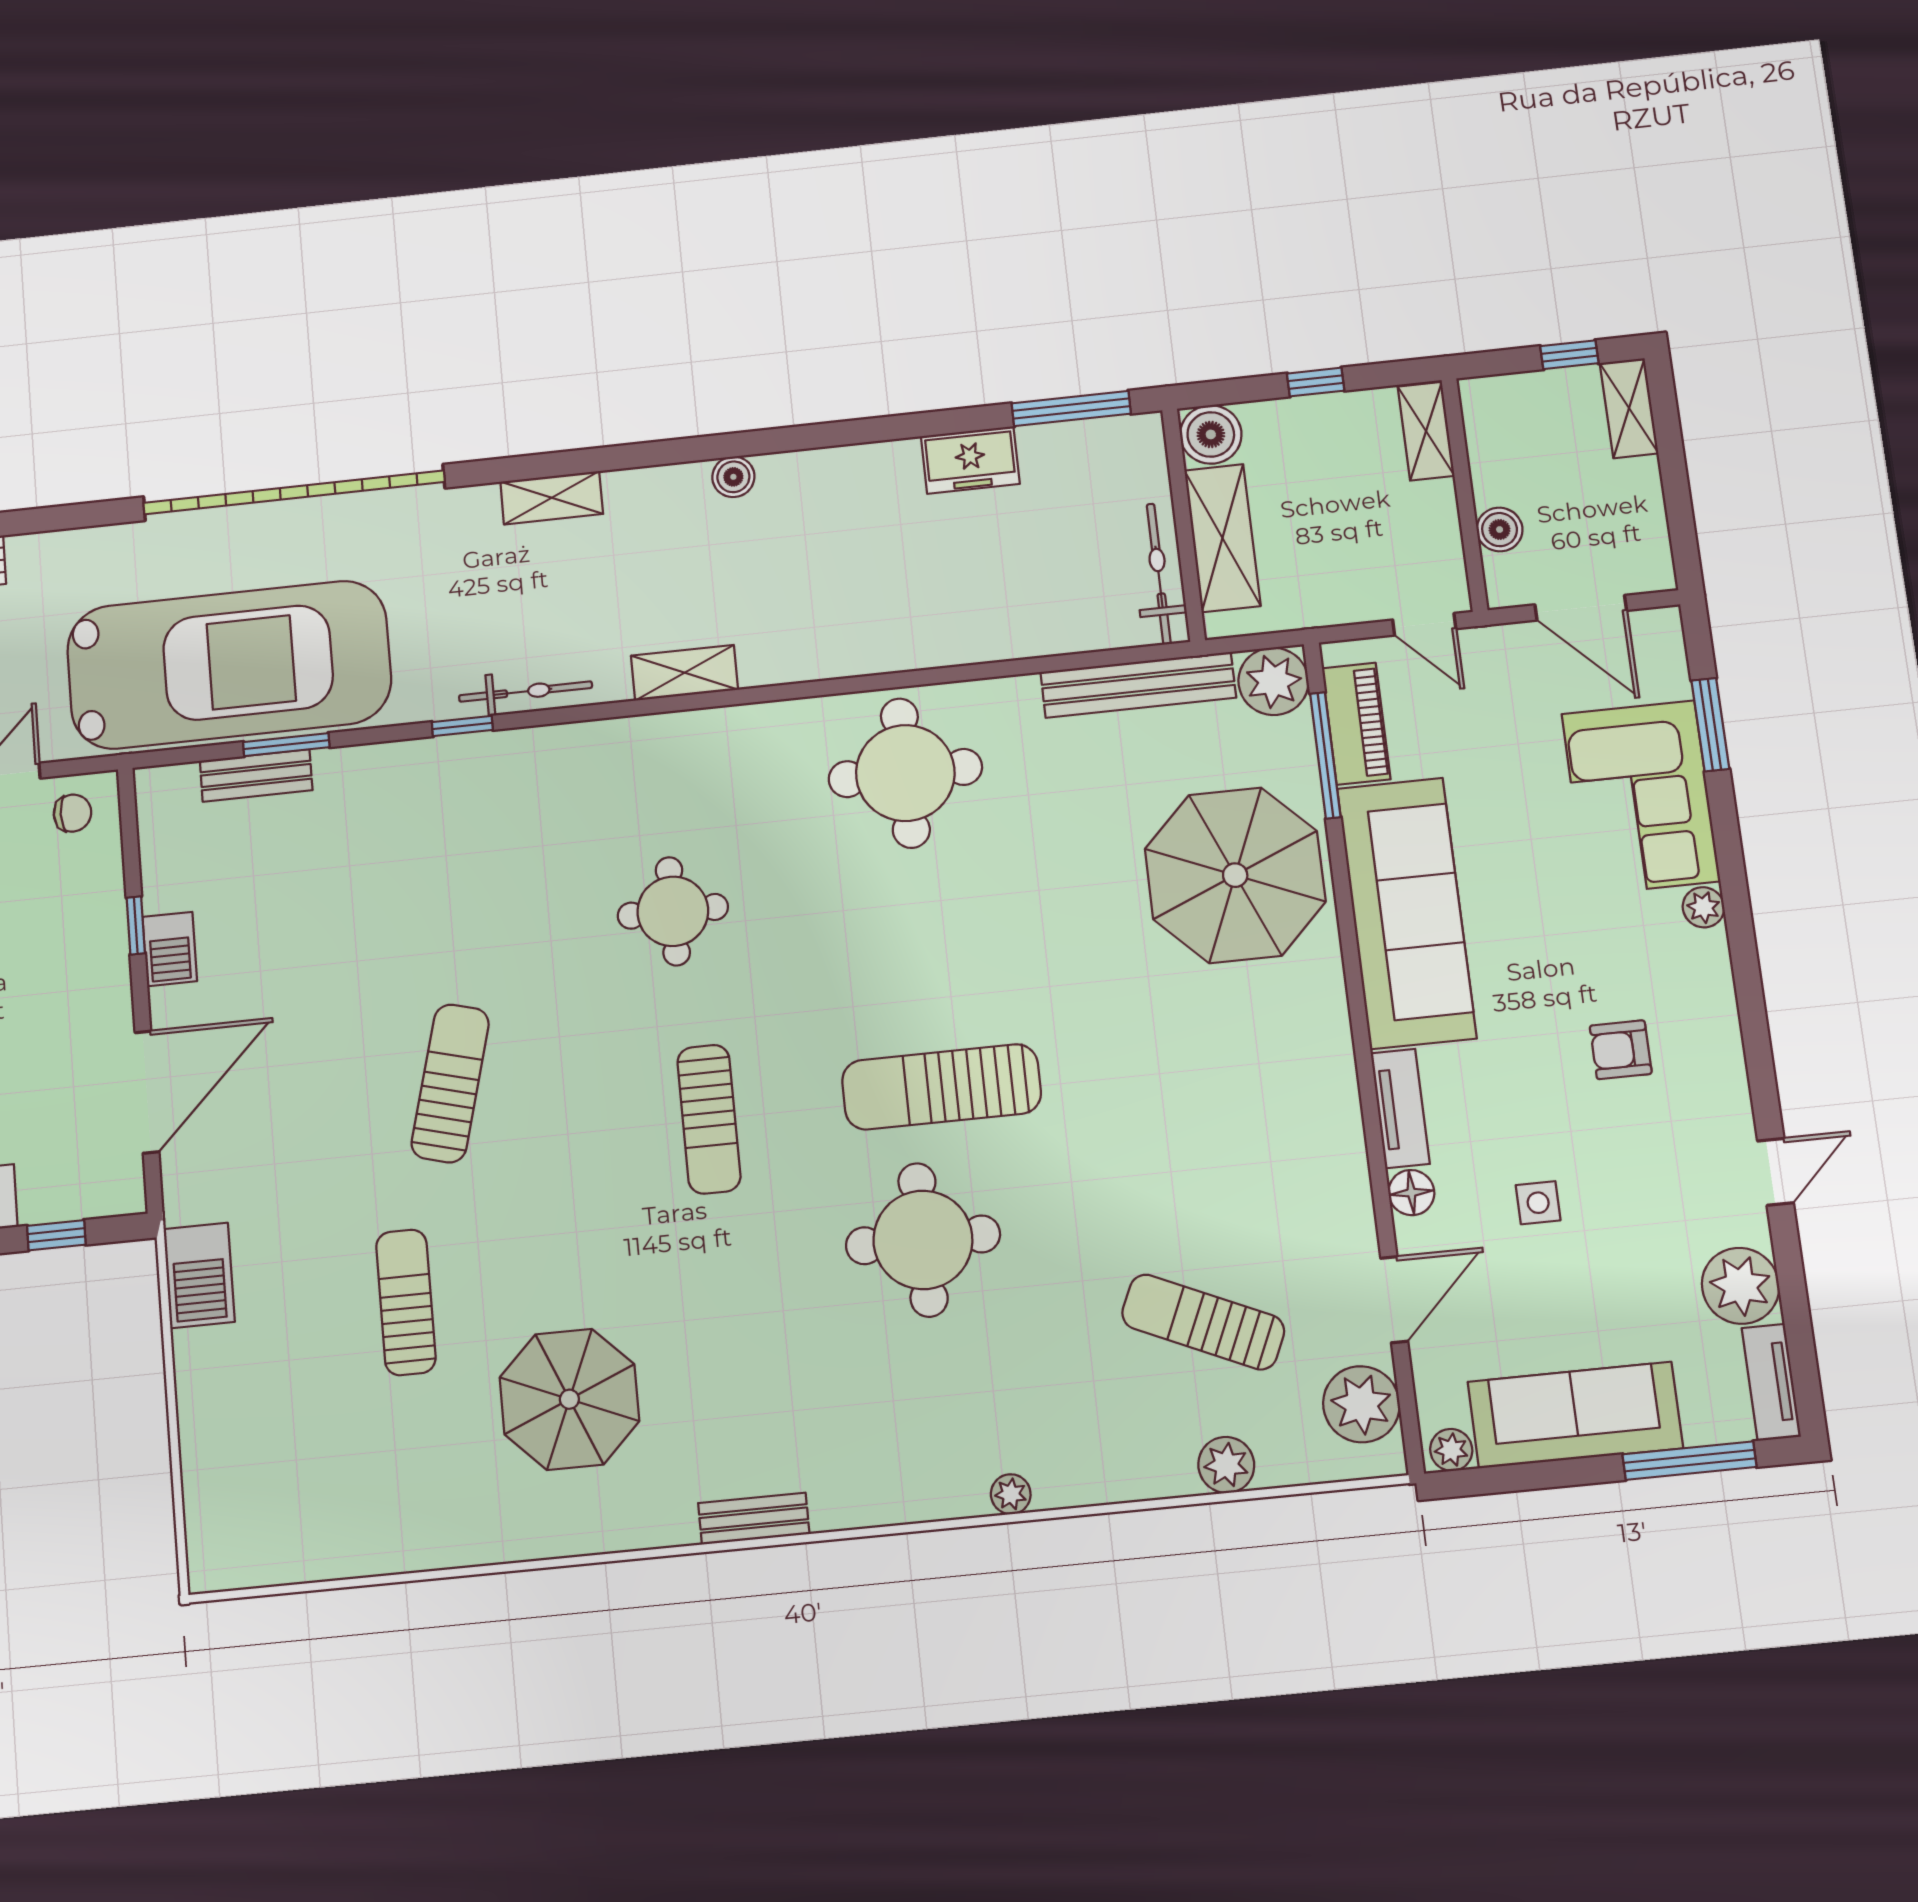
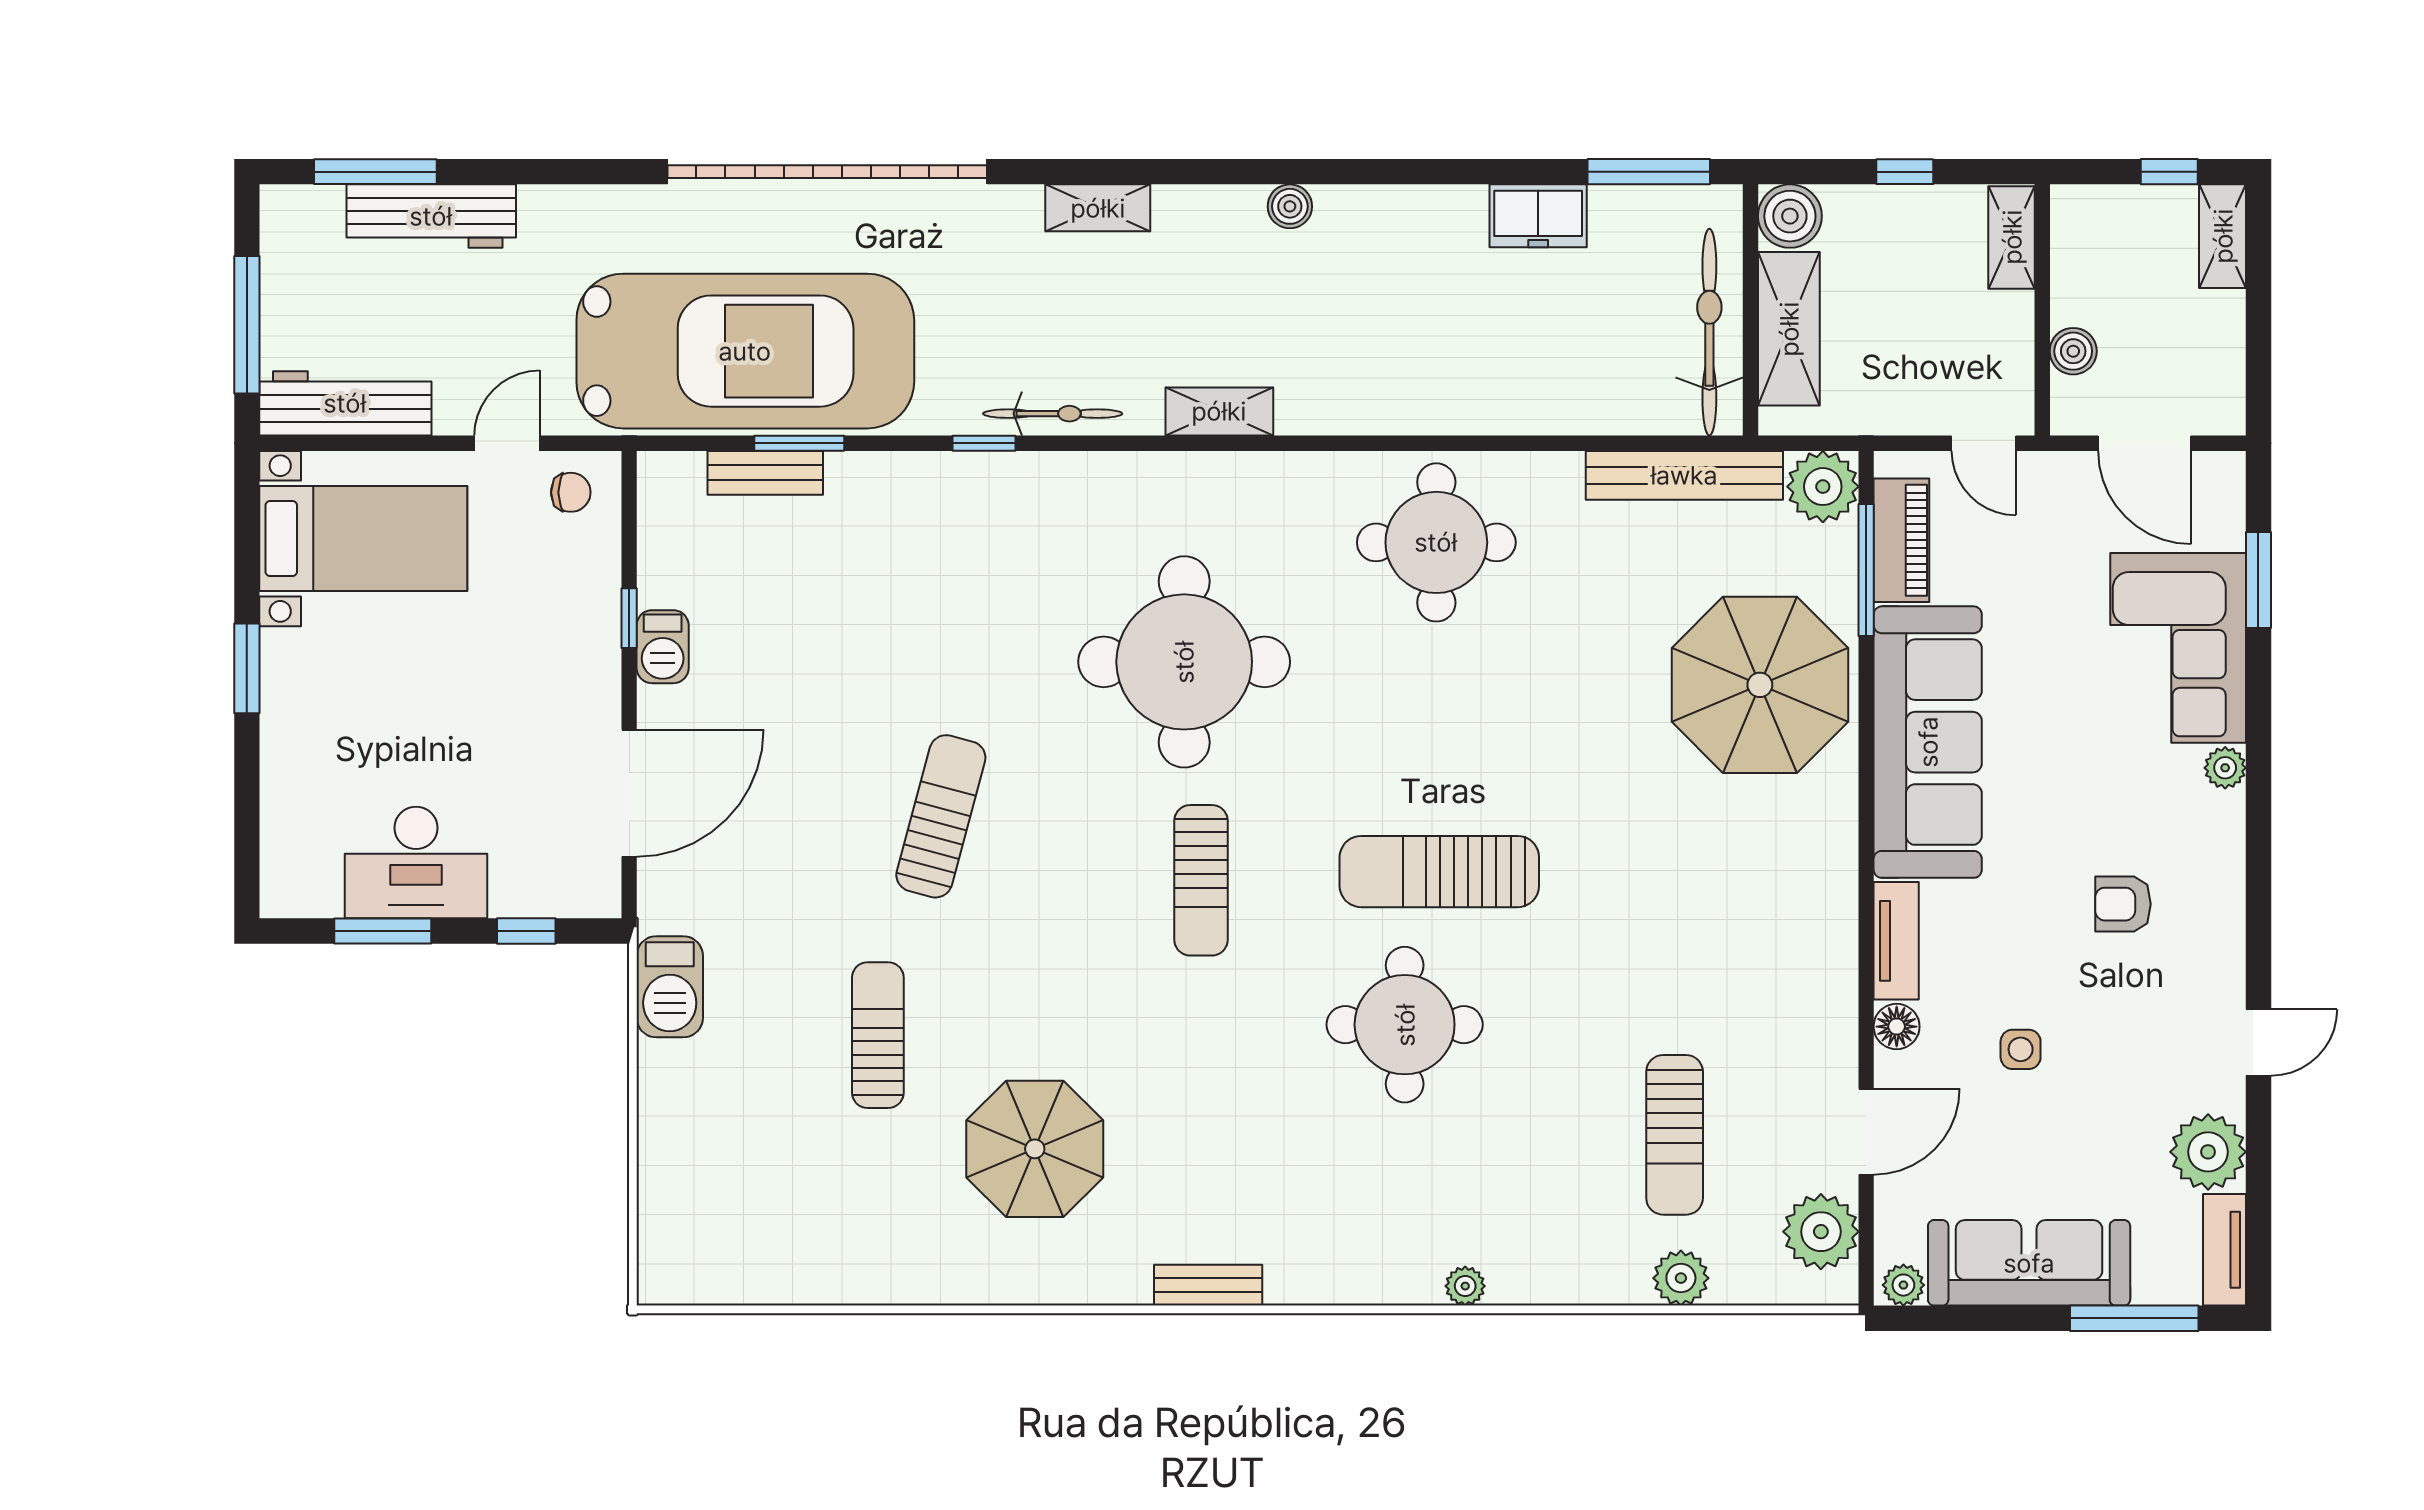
bicycle: (1159, 574) -> (1709, 332), width x1.37, depth x1.40
round table: (673, 911) -> (1184, 662), width x1.86, depth x1.86
sun lounger: (1203, 1322) -> (1675, 1135), turned -114

